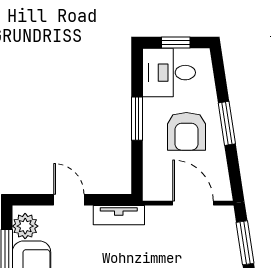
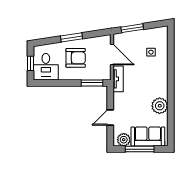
window: (137, 119) -> (92, 83), moved
door: (193, 203) -> (112, 55), swing flipped
tv unit: (119, 215) -> (118, 79), moved

